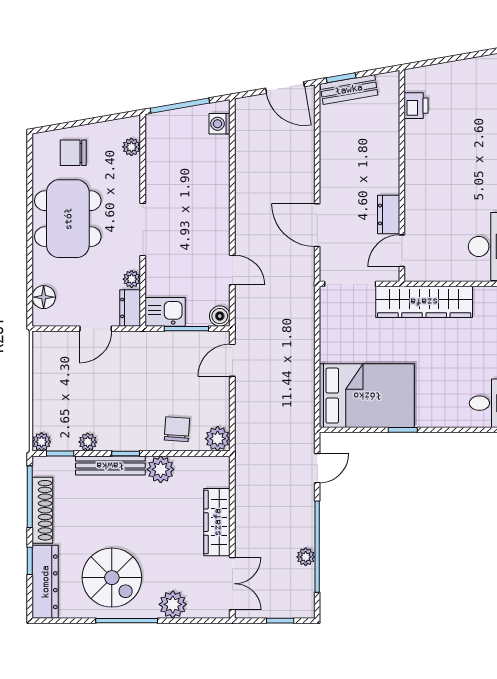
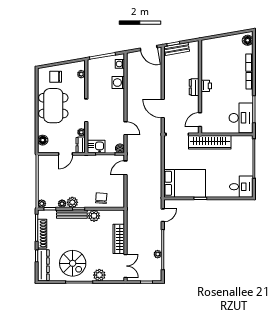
printer: (416, 106) -> (206, 86), moved
washing machine: (216, 166) -> (118, 83), added
dresser: (389, 215) -> (194, 87), moved
plant: (218, 439) -> (72, 202), moved

